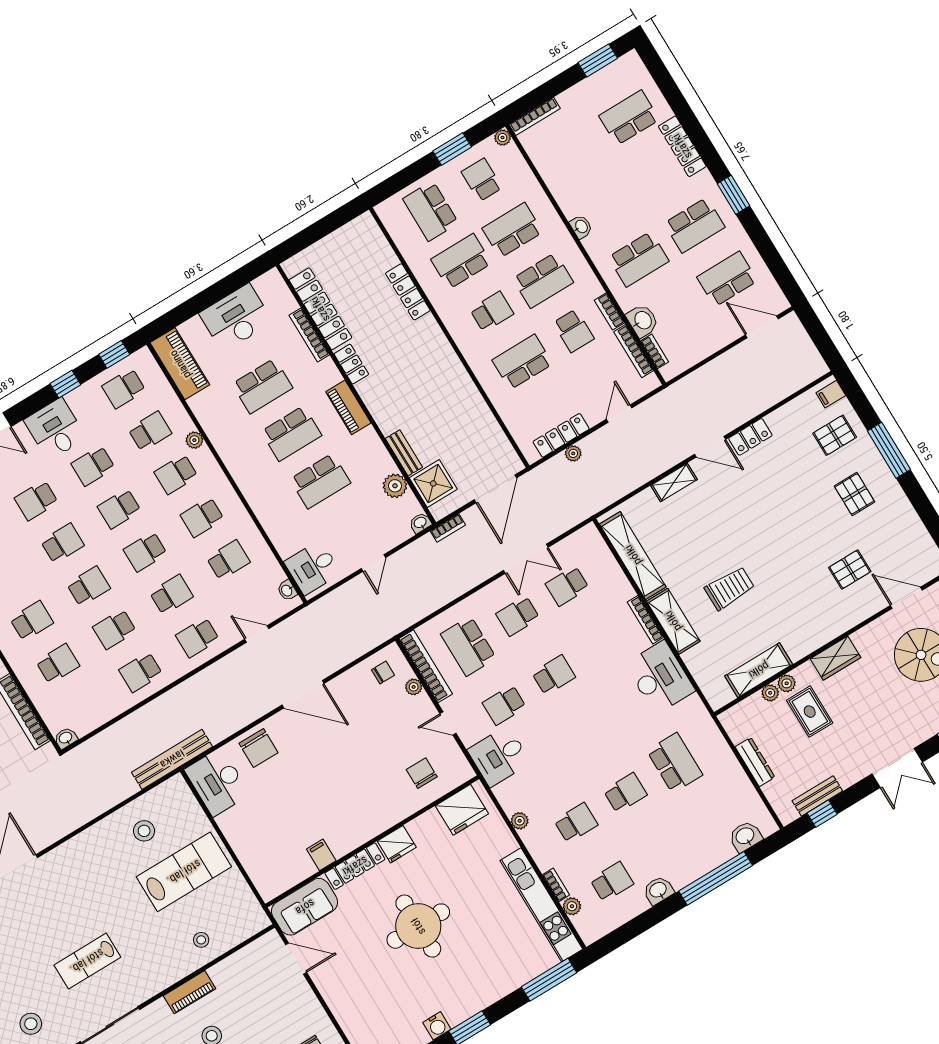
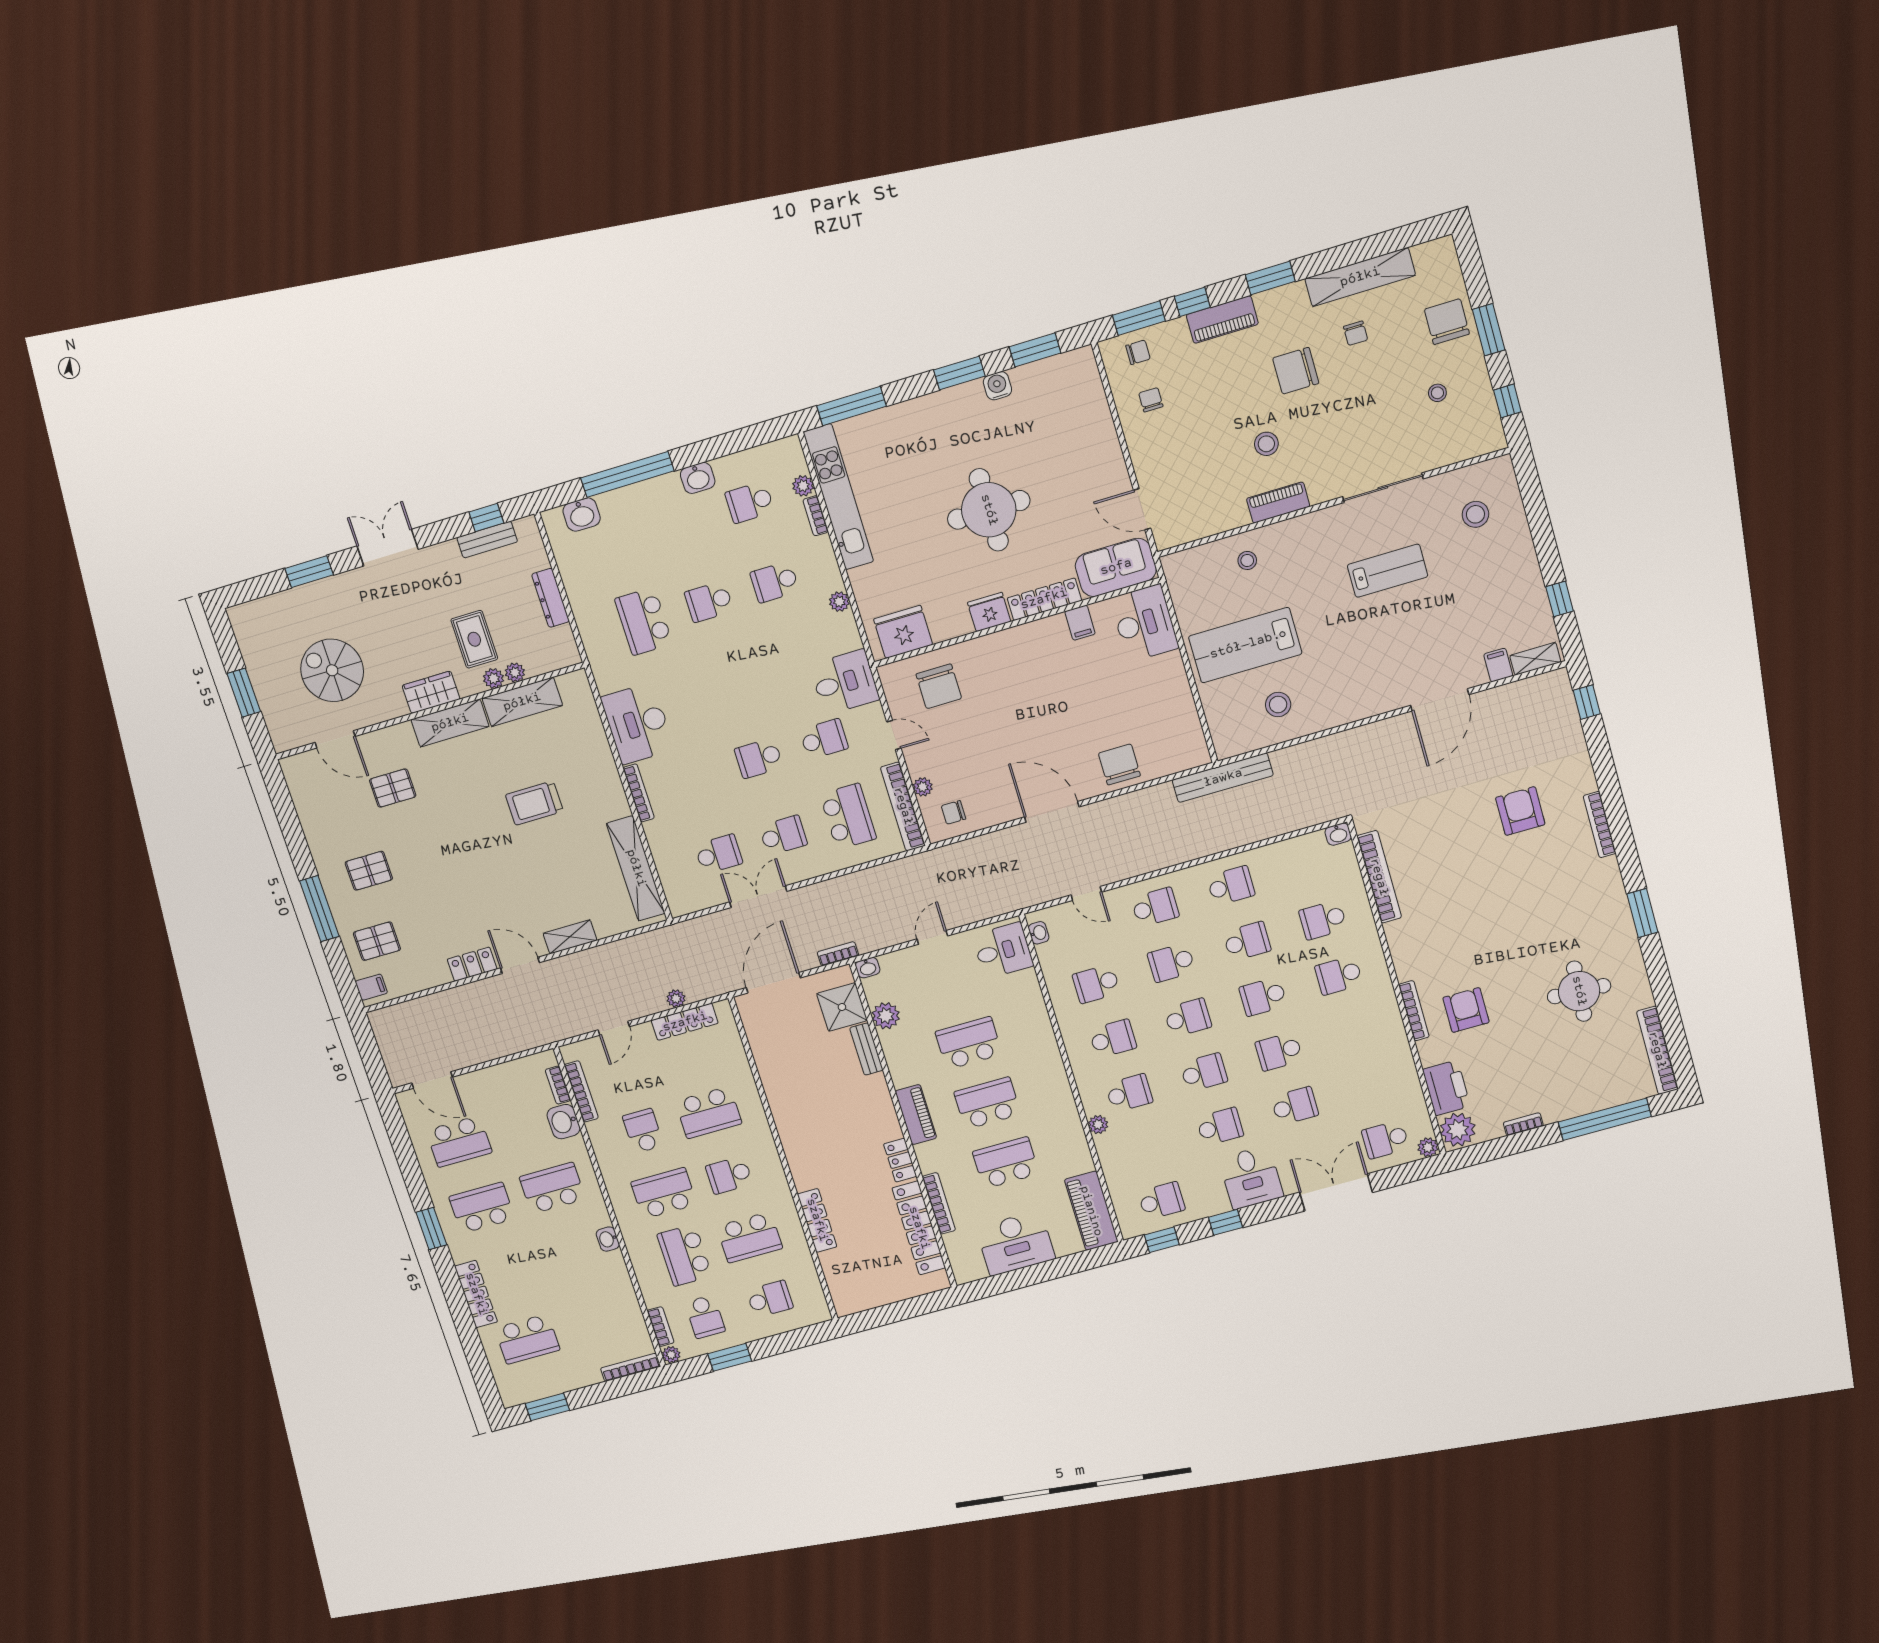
school desk: (431, 211) -> (770, 1299), width x0.54
school desk: (512, 230) -> (685, 1255), turned 90
bookcase: (609, 311) -> (661, 1327), moved
school desk: (150, 431) -> (1145, 1147), removed
pallet: (854, 494) -> (369, 871), turned 90
shelving: (673, 621) -> (450, 723), moved, turned 90
chair: (422, 773) -> (939, 686), width x1.37, depth x1.37
desk: (217, 782) -> (1144, 623), moved

